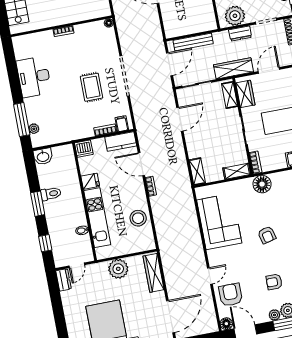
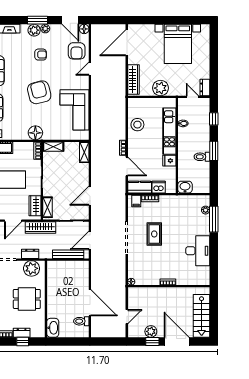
dishwasher: (84, 149) -> (159, 187), moved
washbasin: (43, 156) -> (185, 187), moved
armchair: (267, 235) -> (39, 92), width x1.88, depth x1.88
door: (77, 265) -> (192, 97), hinge flipped

